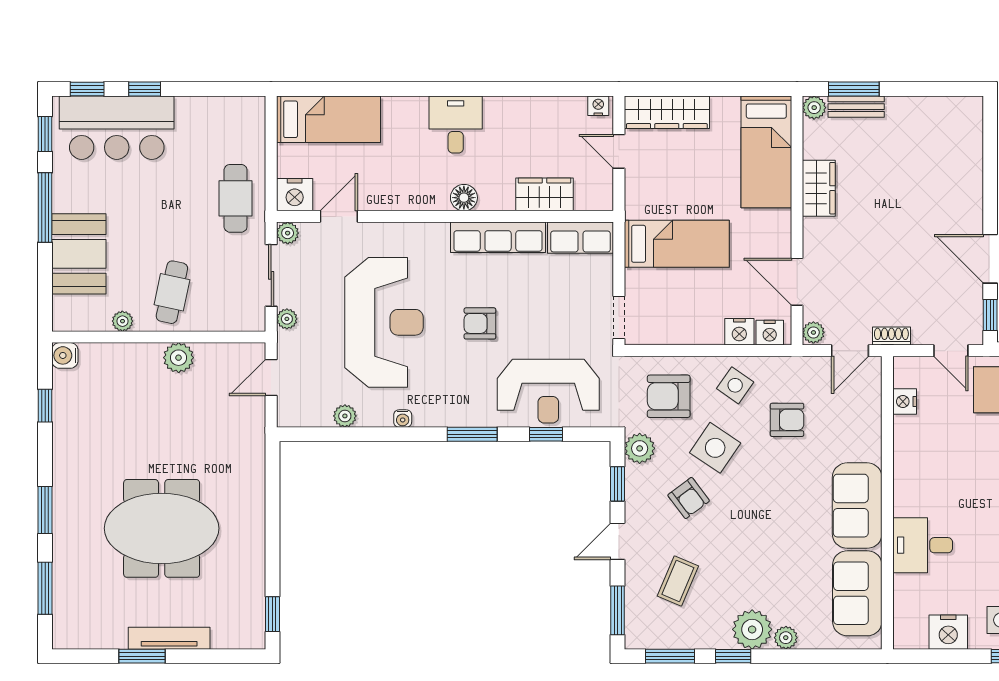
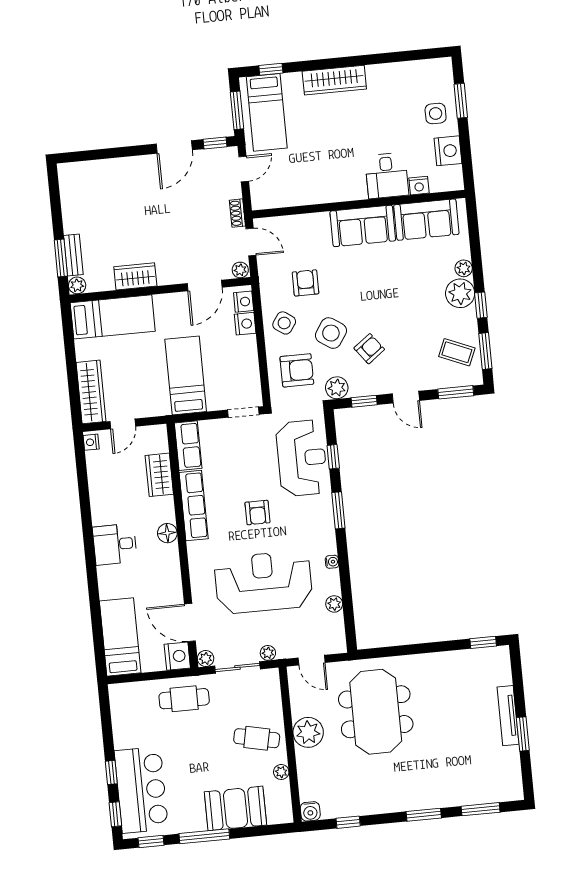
door: (339, 216) -> (190, 622), width x1.38
plant: (179, 358) -> (308, 732), width x1.36, depth x1.36
armchair: (669, 396) -> (297, 370), turned -90
nightstand: (905, 401) -> (419, 186), moved
meeting table: (162, 528) -> (376, 712), moved
coffee table: (678, 581) -> (457, 352), moved

